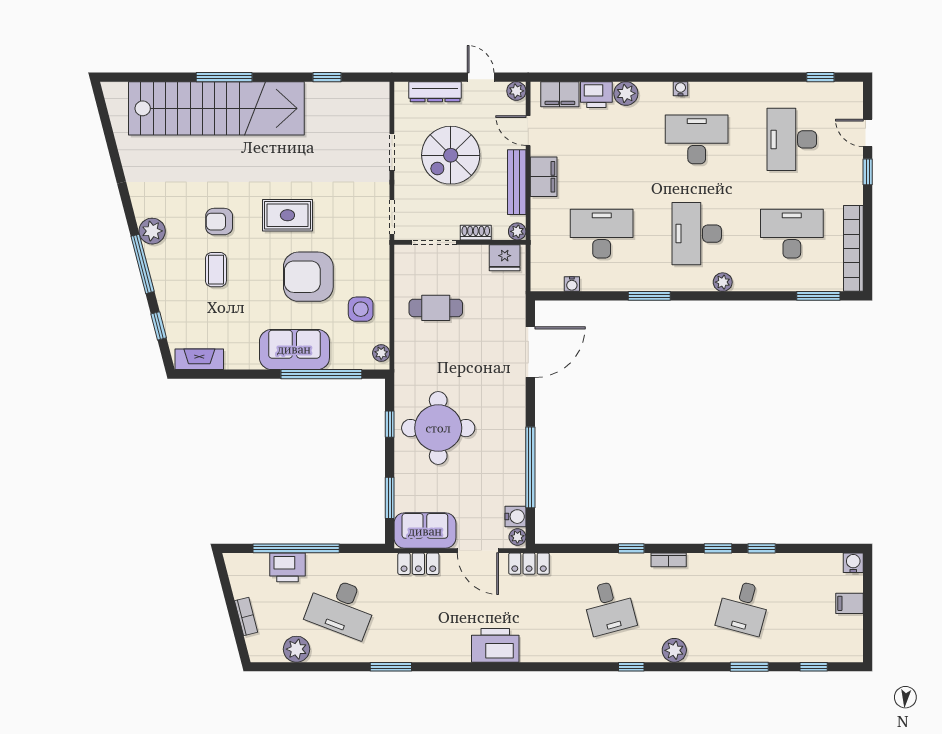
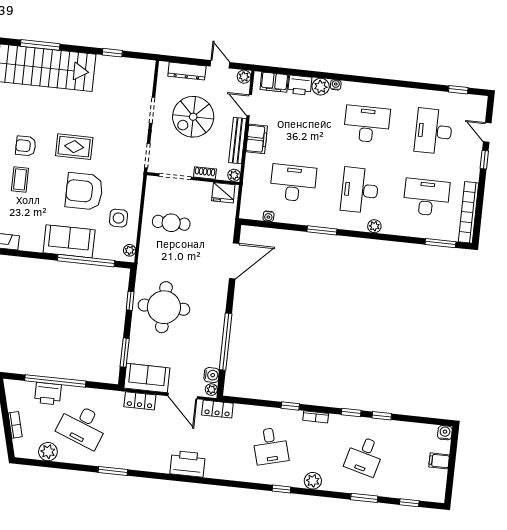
water cooler: (681, 89) -> (336, 85), moved

